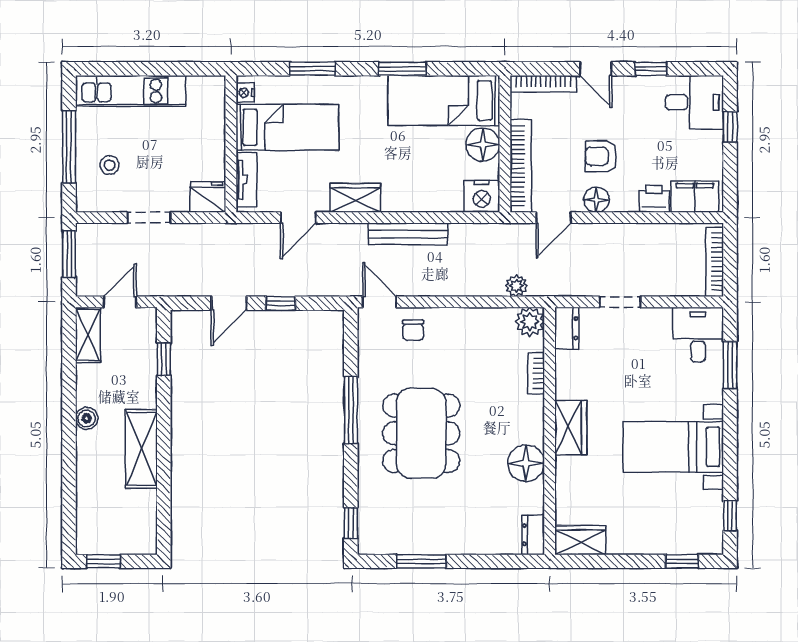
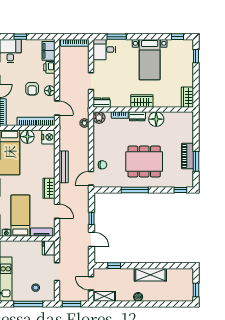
dresser: (533, 535) -> (137, 116), moved
piano: (435, 540) -> (187, 156), added

